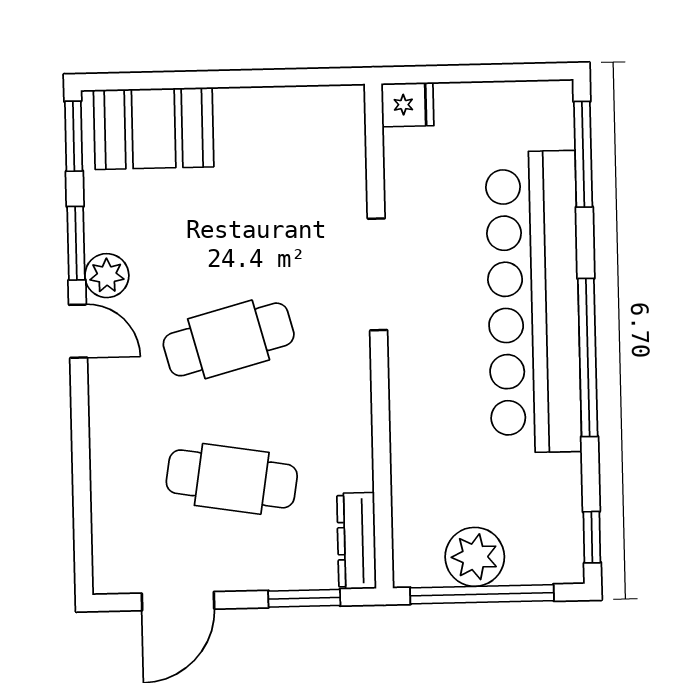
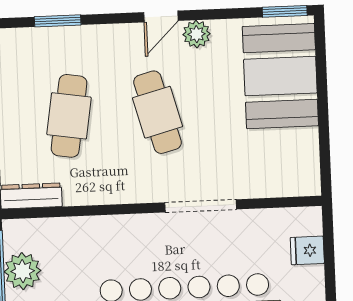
fridge: (408, 105) -> (307, 250), moved, turned 90
booth: (154, 128) -> (280, 76), width x1.36, depth x1.42
window: (76, 243) -> (58, 21), moved

